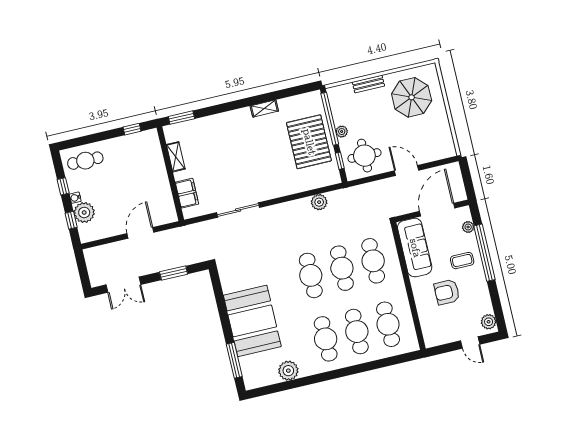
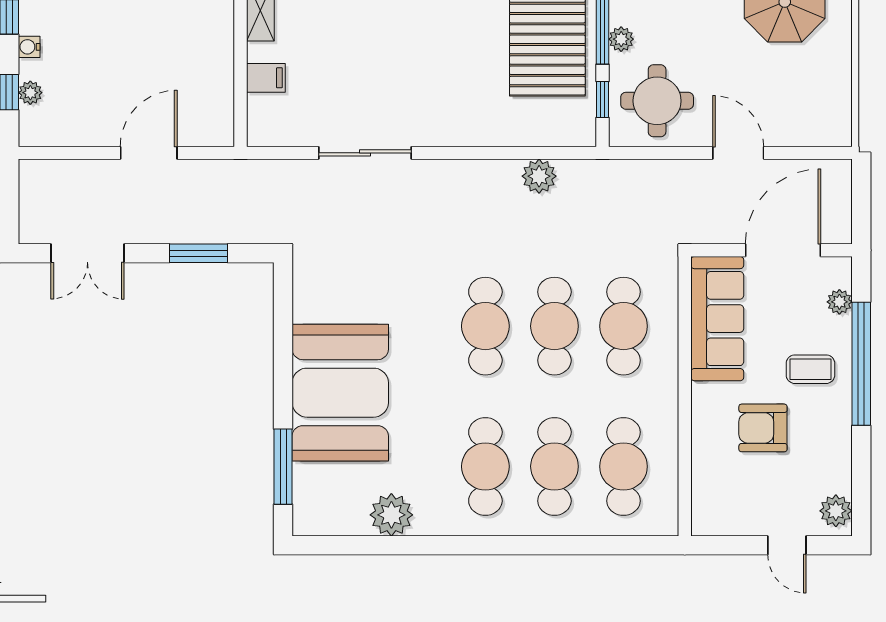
filing cabinet: (187, 193) -> (266, 78), width x0.50
plant: (84, 212) -> (30, 93), width x0.53, depth x0.53

